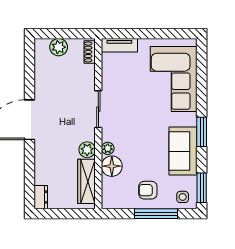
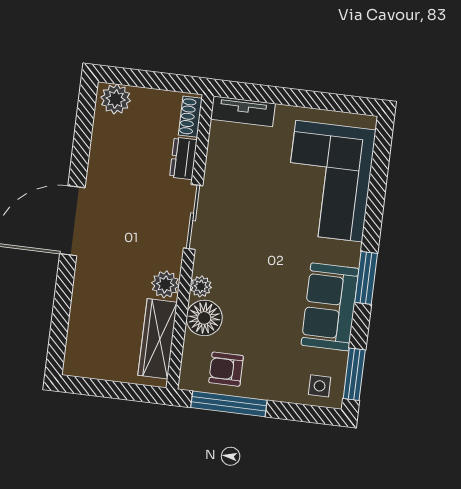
plant: (59, 47) -> (116, 99), moved
armchair: (148, 190) -> (226, 369), moved
dresser: (41, 197) -> (183, 158), moved, turned 180
window: (156, 214) -> (229, 404), moved

